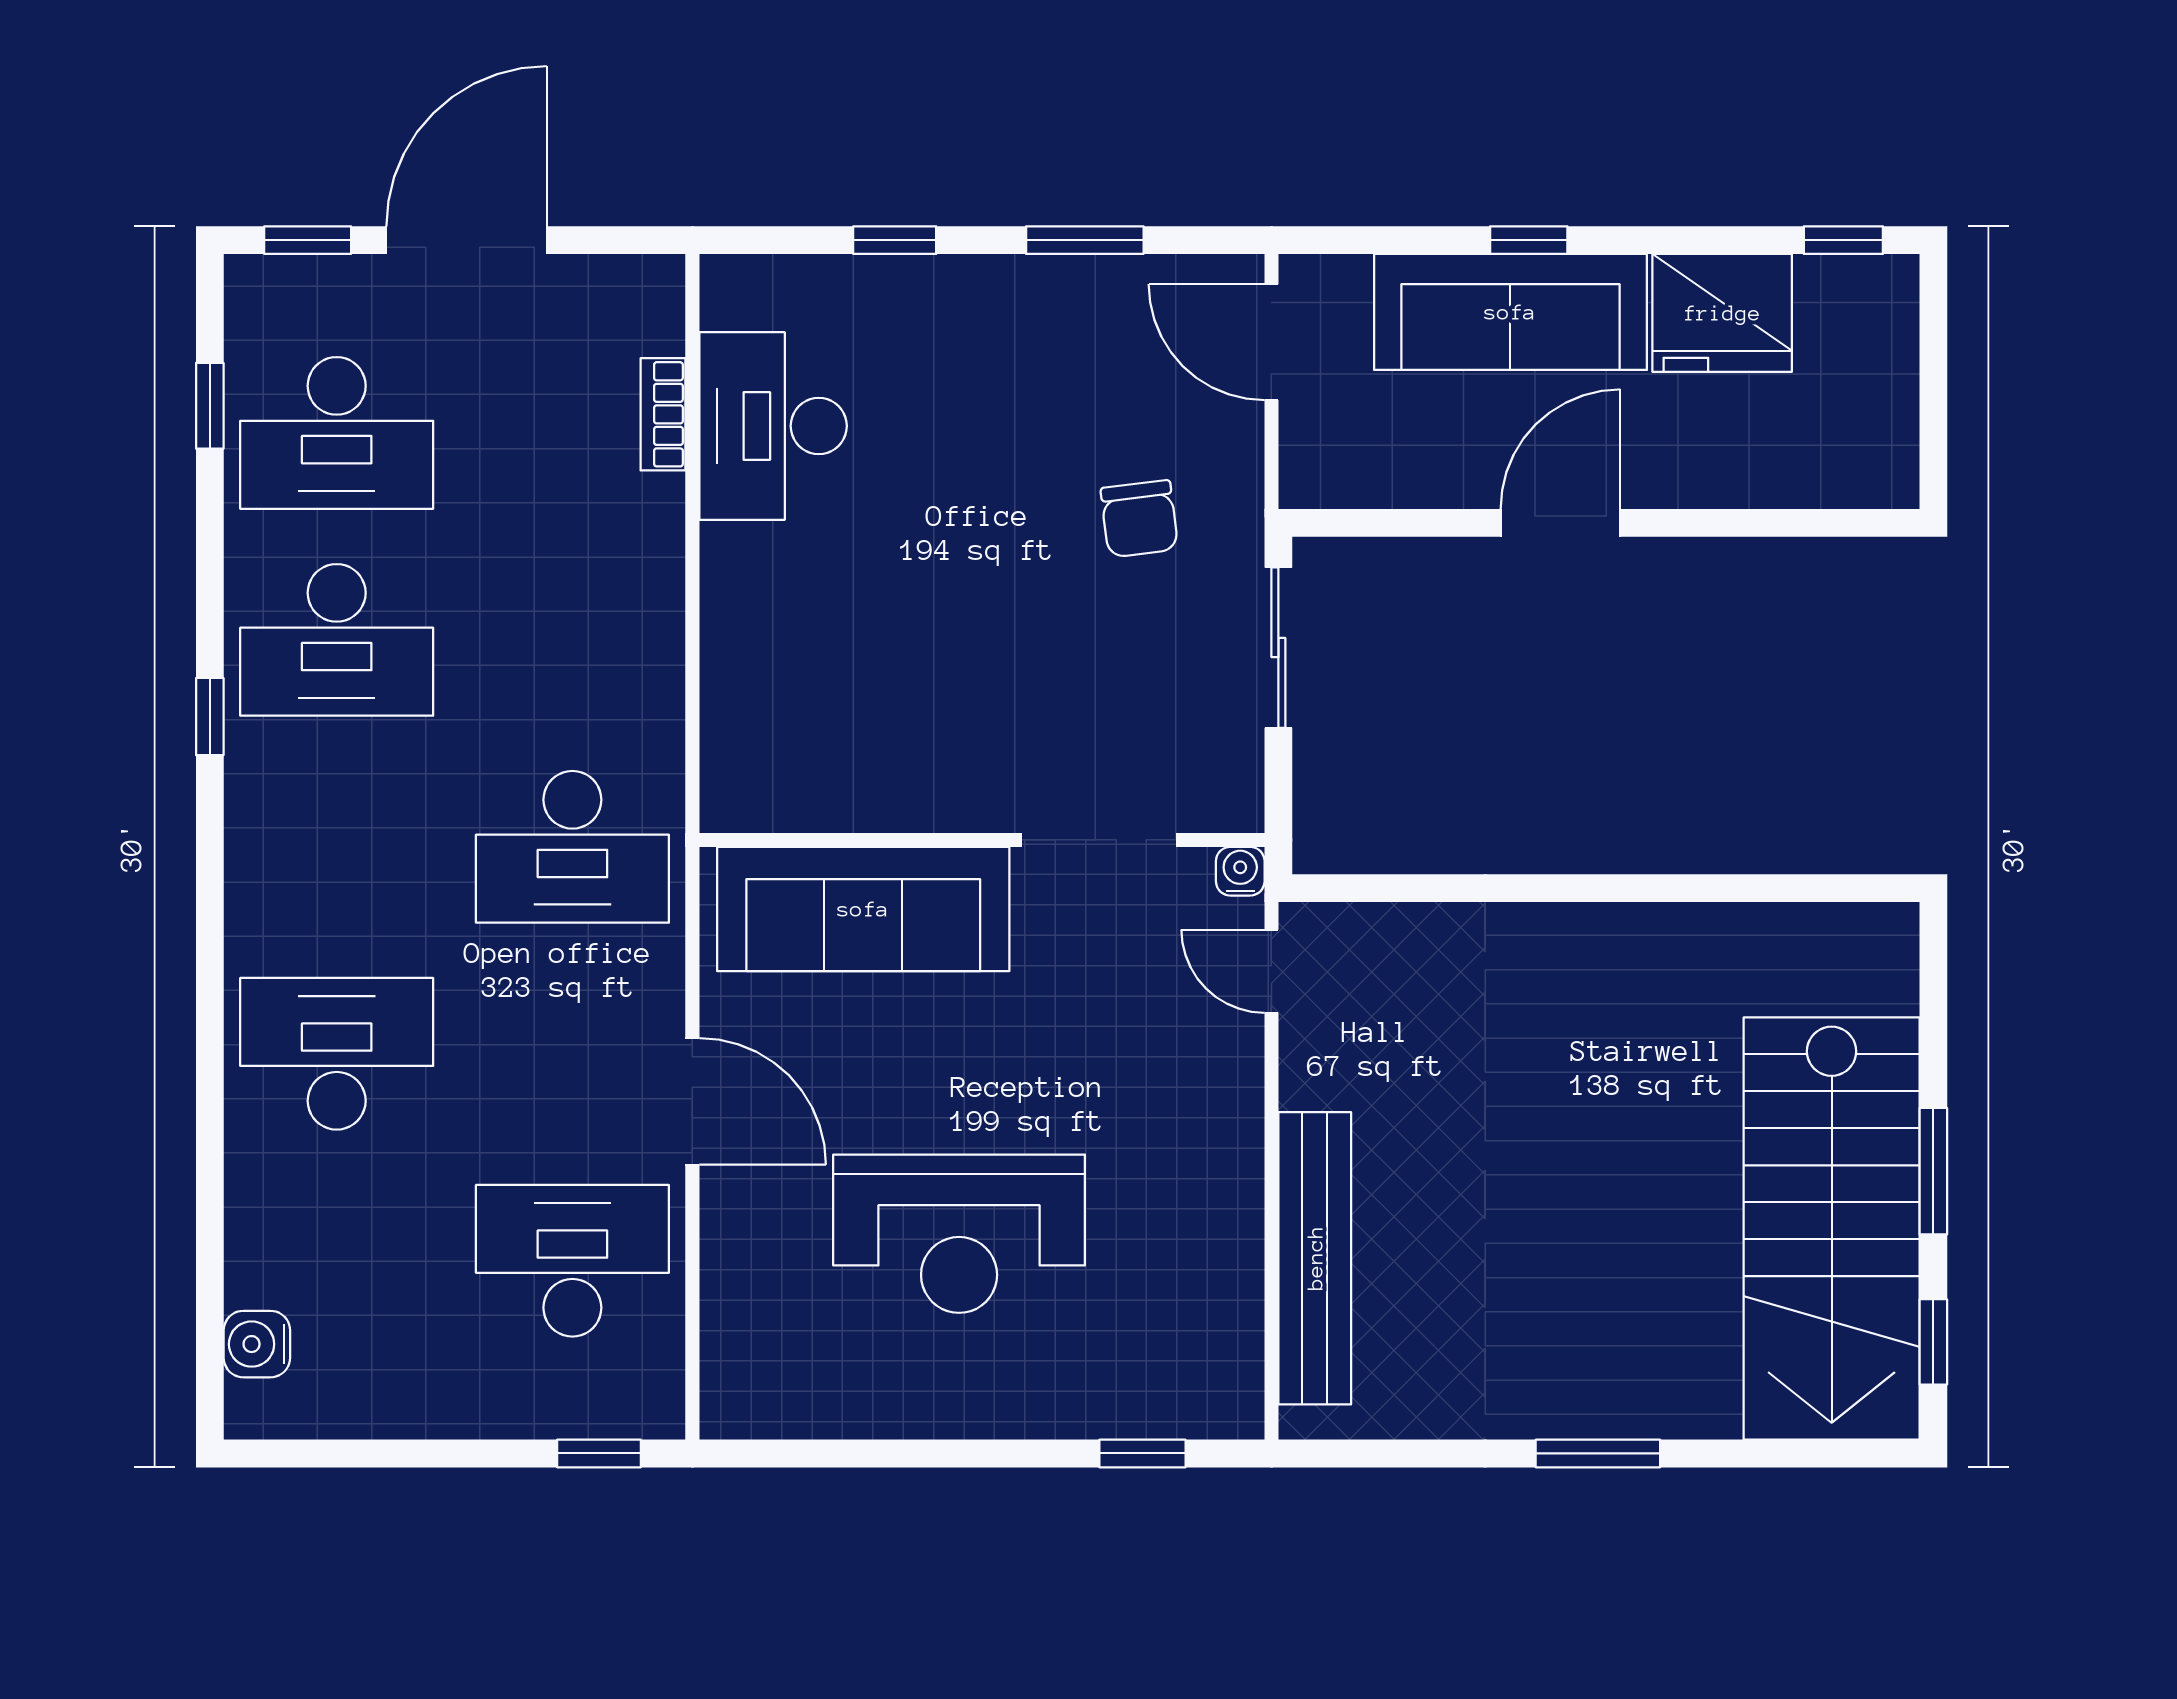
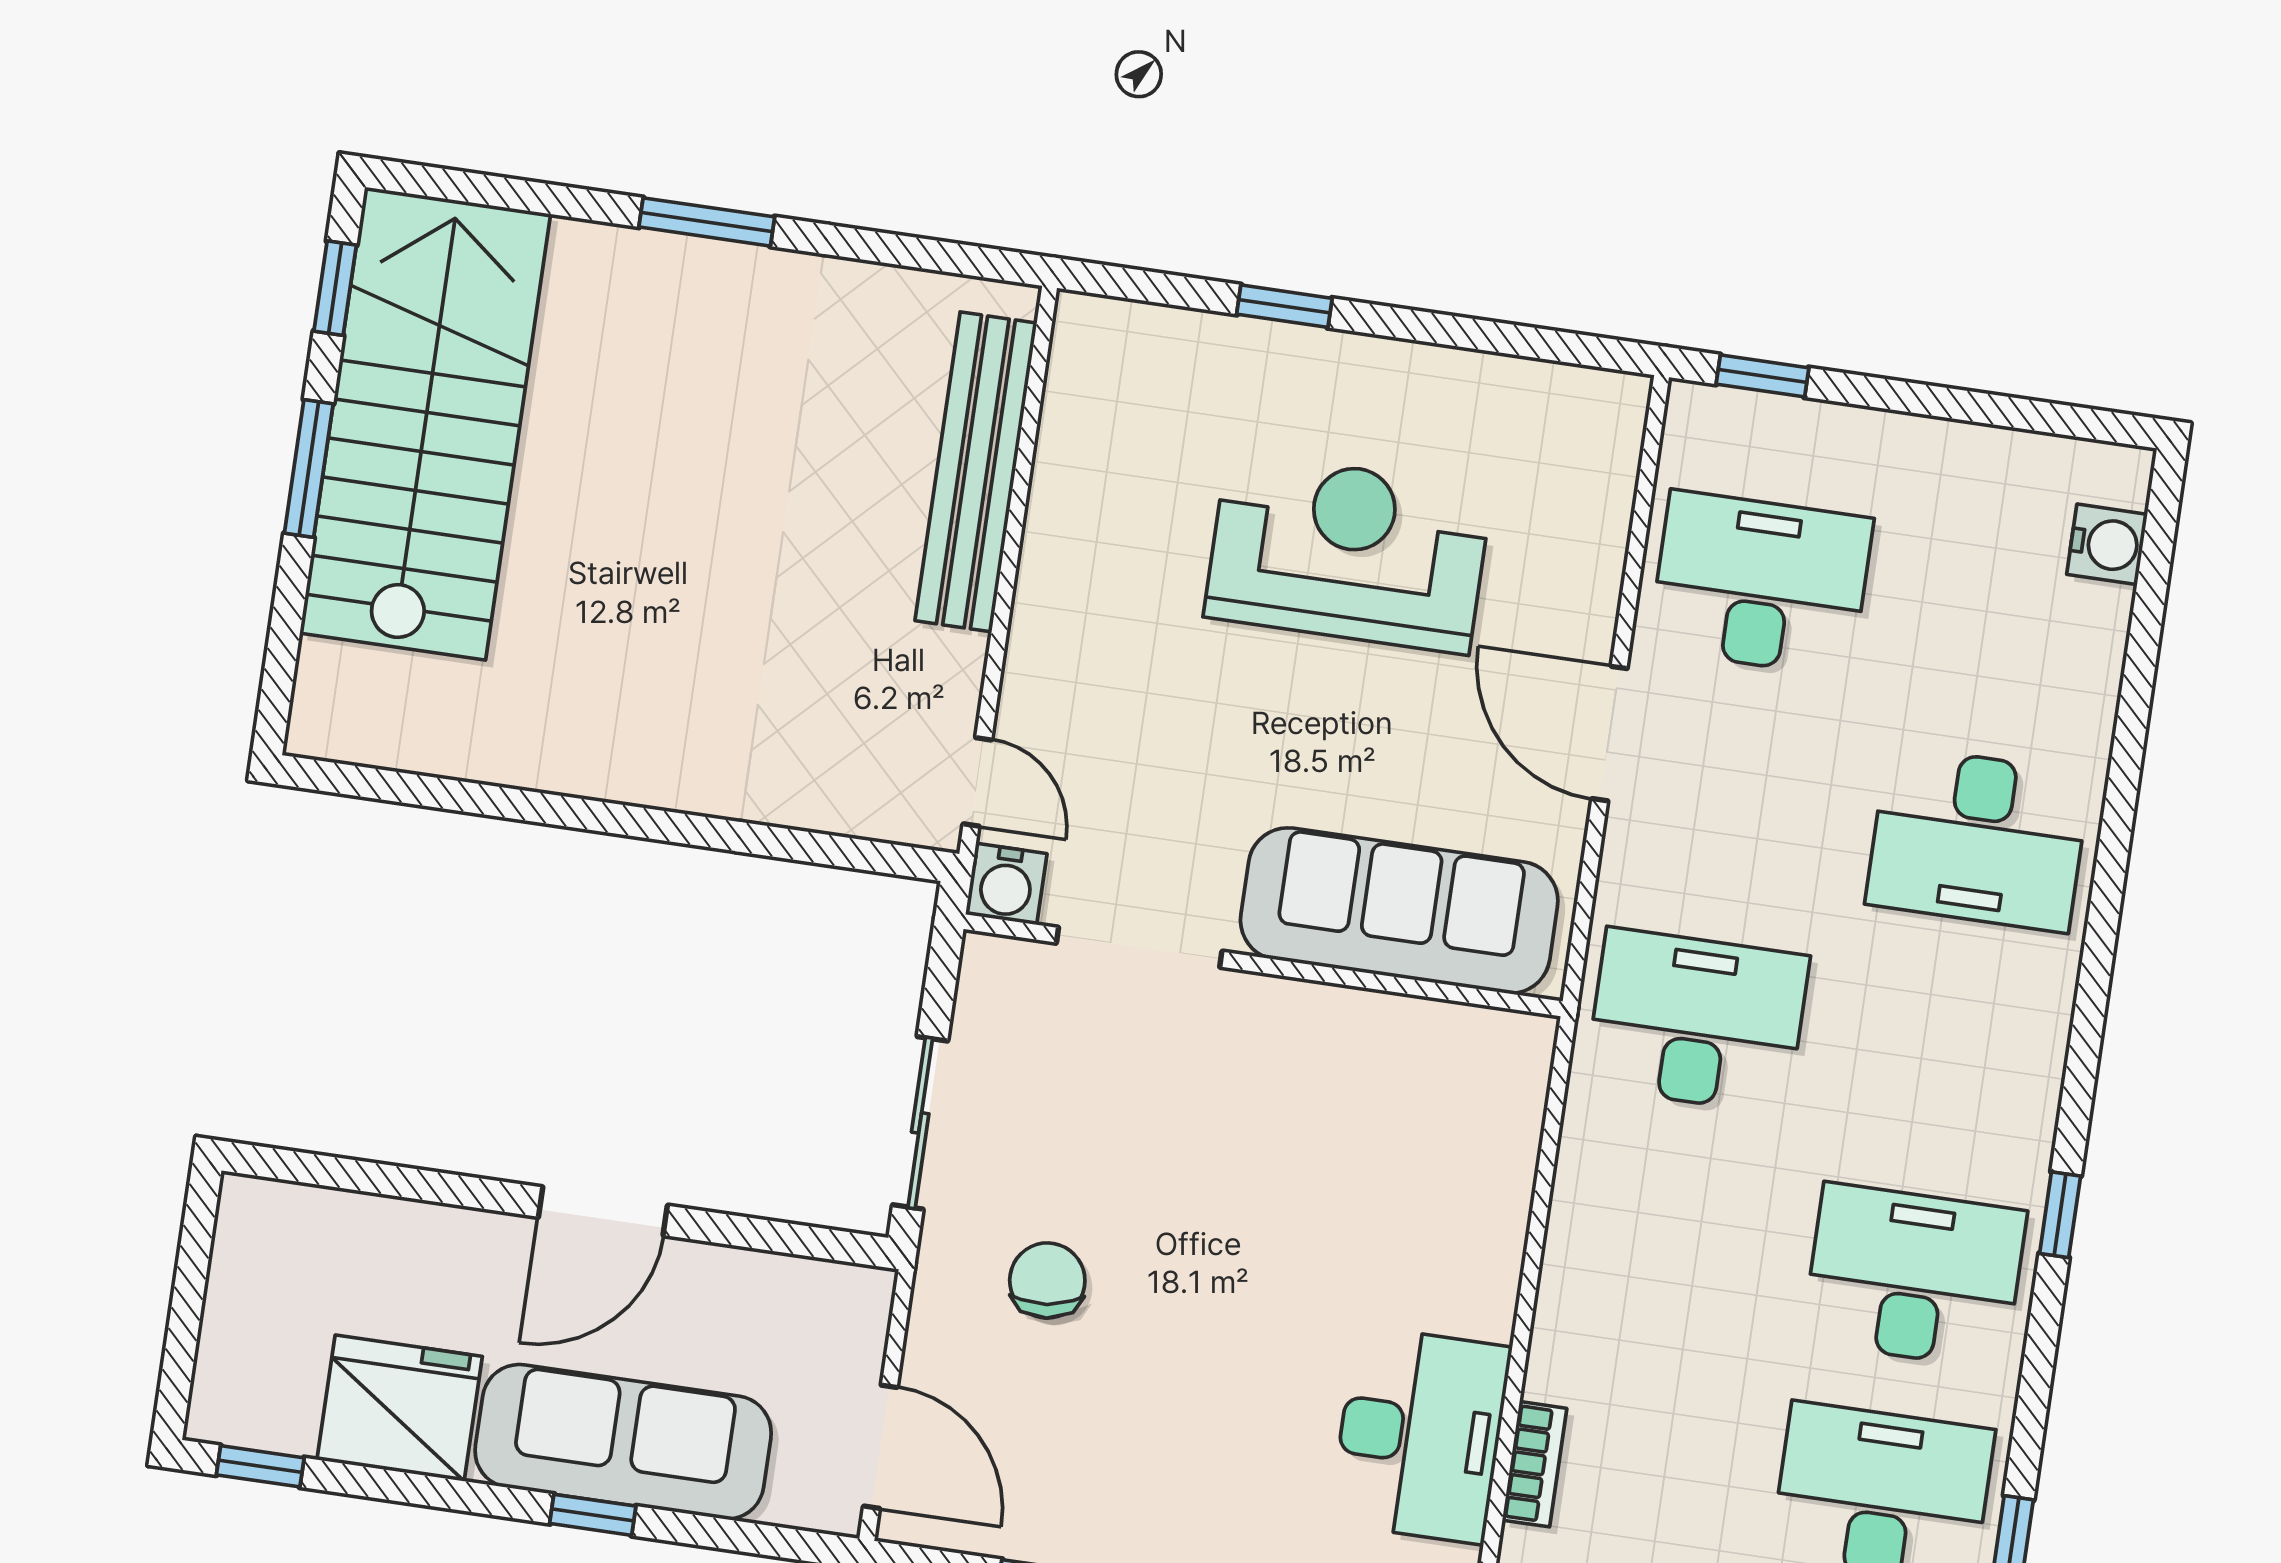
water cooler: (1240, 871) -> (1006, 884), width x1.38, depth x1.38
desk: (572, 1261) -> (1761, 584), turned 180
window: (1142, 1453) -> (1284, 306), moved

